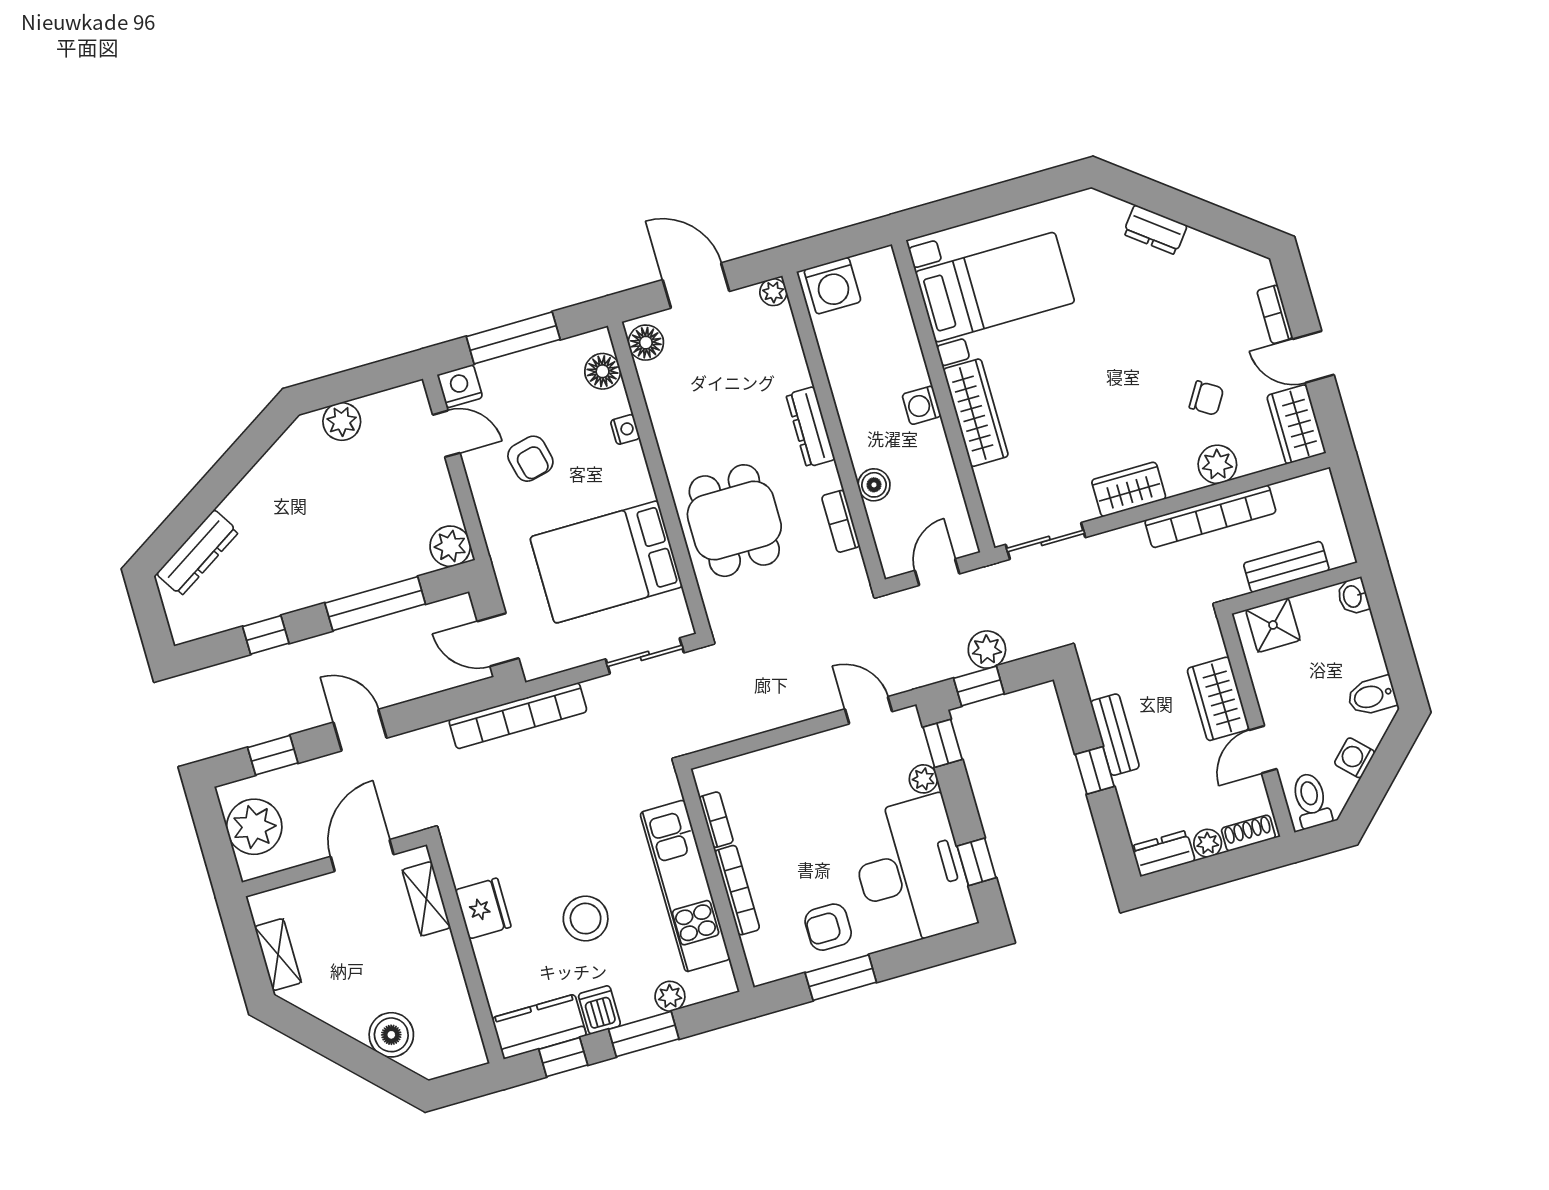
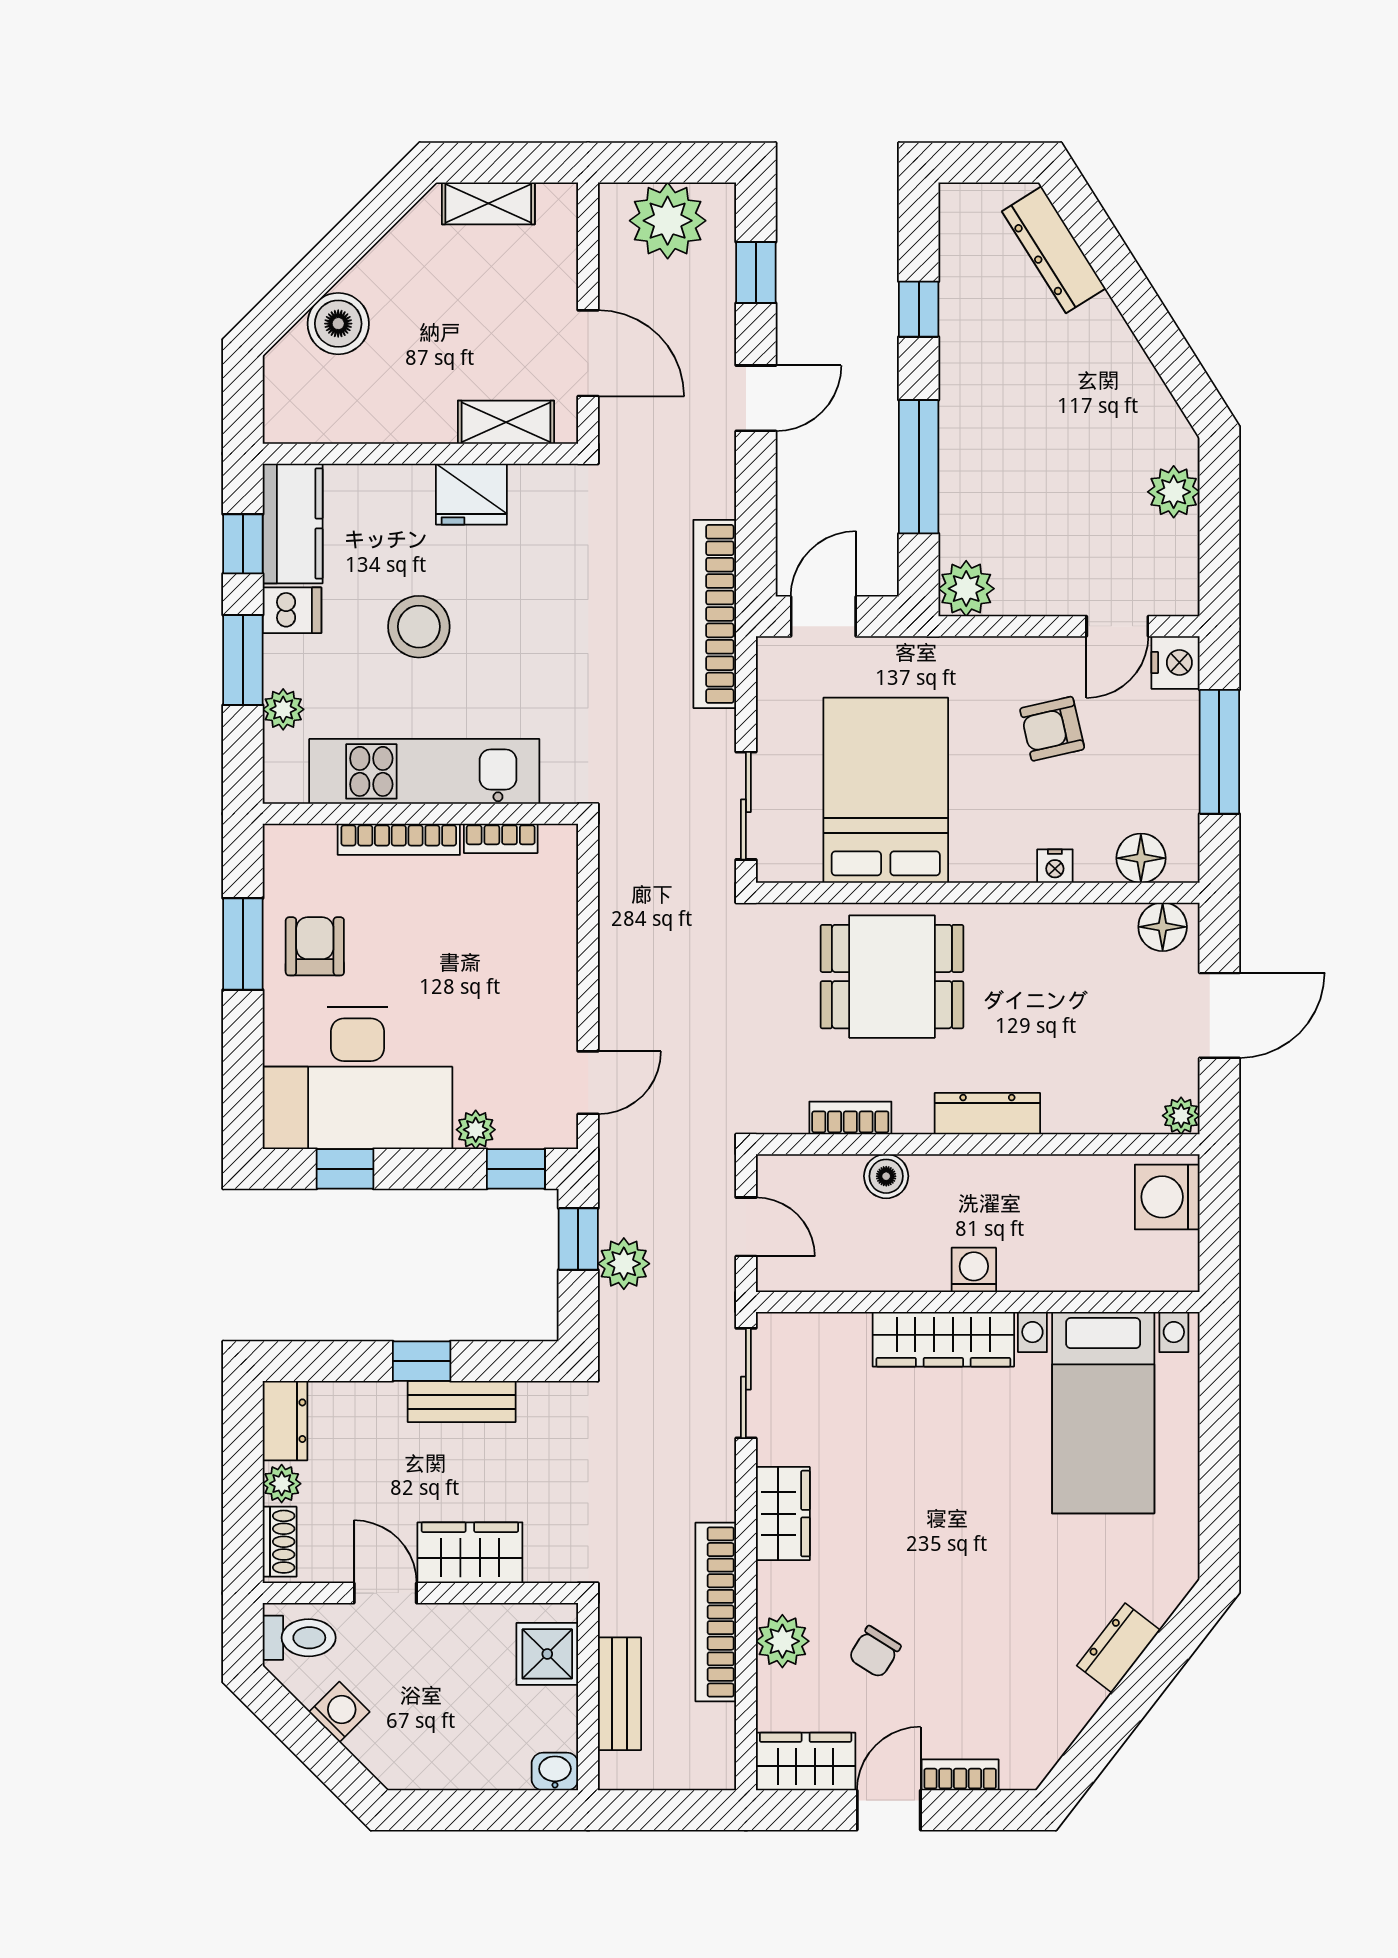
bidet: (1372, 696) -> (415, 1758), removed

